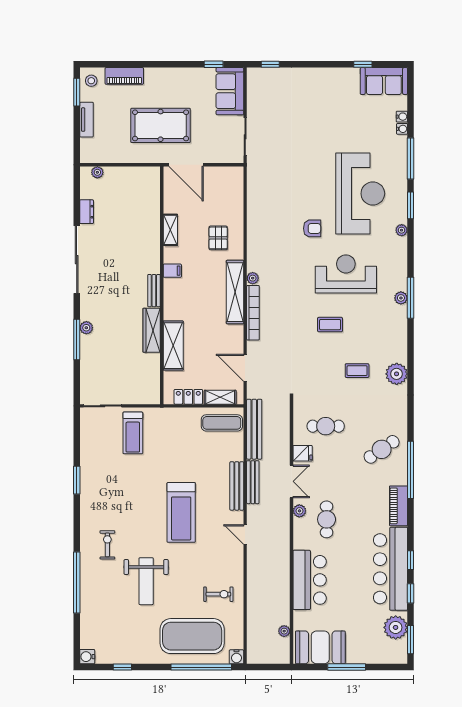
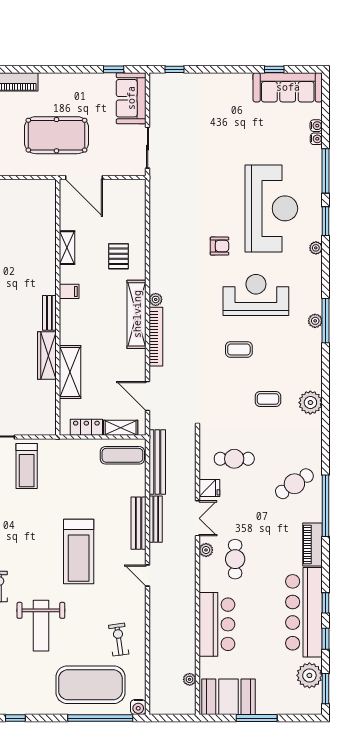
sofa: (384, 81) -> (288, 87), width x1.36
exercise bike: (218, 594) -> (119, 640), turned -98

